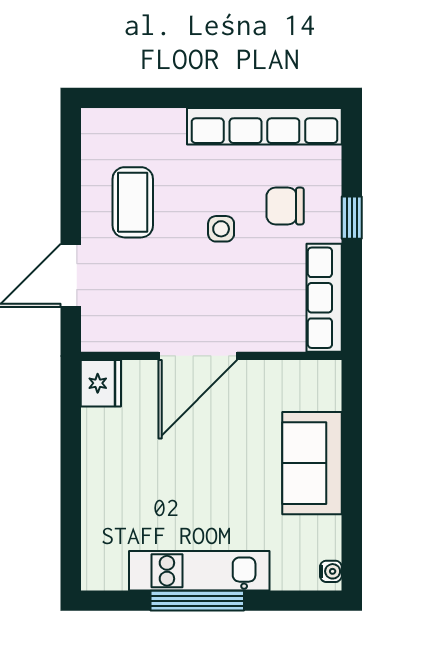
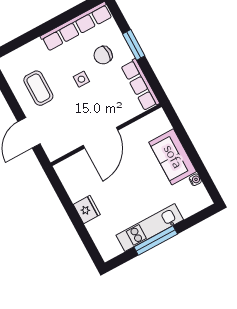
window: (352, 218) -> (134, 45), width x1.50
fridge: (101, 383) -> (87, 210), moved
water cooler: (331, 571) -> (195, 180), moved

